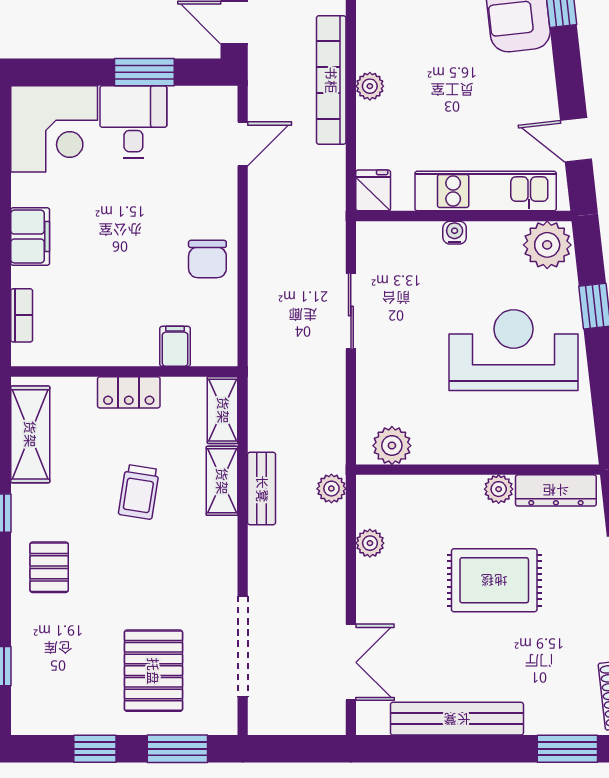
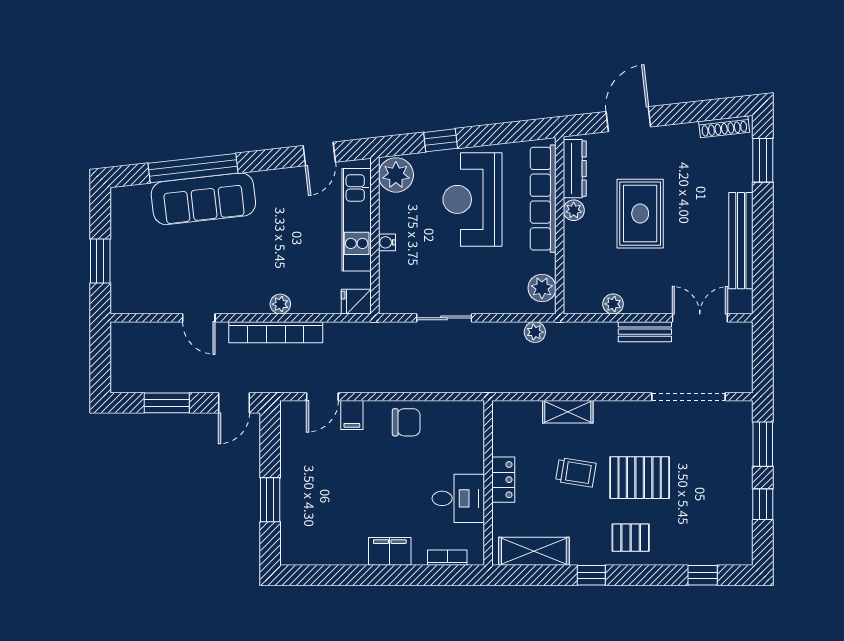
window: (144, 72) -> (270, 500), moved
desk: (133, 122) -> (458, 498), moved, turned 180
corner desk: (54, 129) -> (311, 534), removed
door: (243, 144) -> (322, 397), swing flipped
filing cabinet: (175, 346) -> (352, 415), moved, turned -90
shelving: (223, 410) -> (516, 411), removed
row of seats: (515, 447) -> (543, 199), added
bench: (262, 489) -> (645, 332), moved
plant: (331, 489) -> (535, 332), moved
pallet: (153, 671) -> (640, 478), moved

